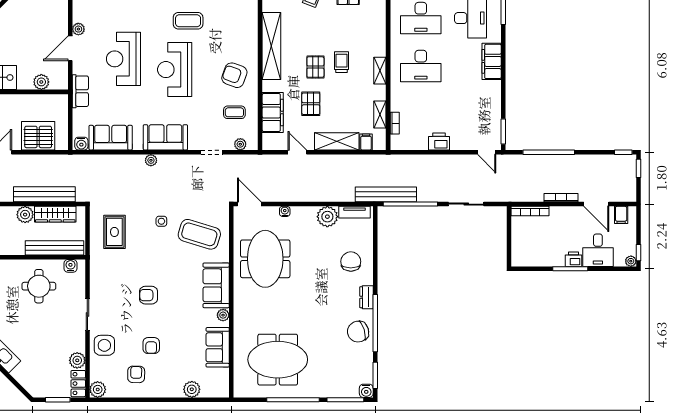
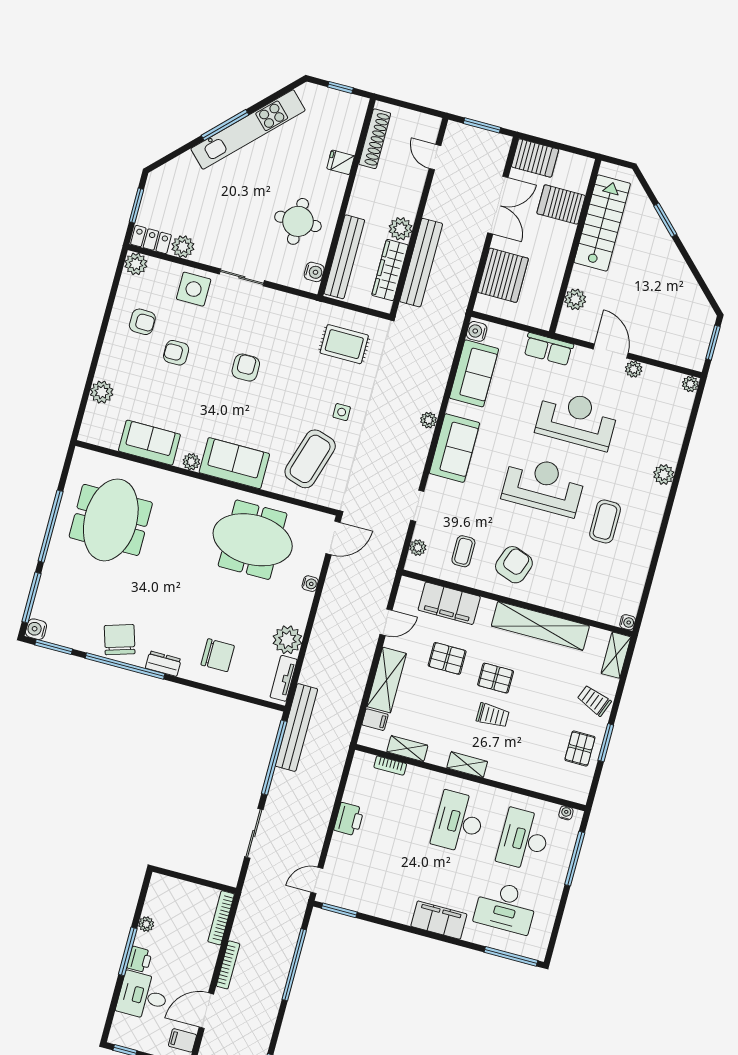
plant: (631, 261) -> (146, 924), moved

